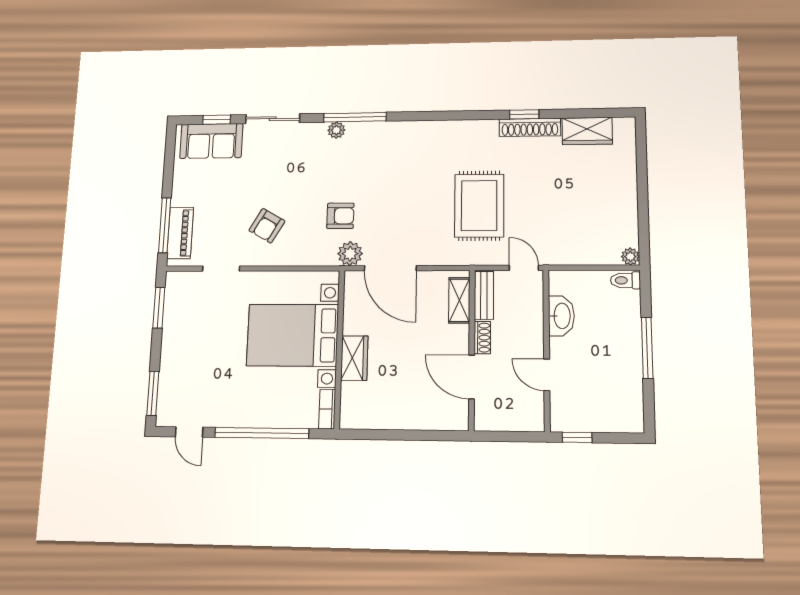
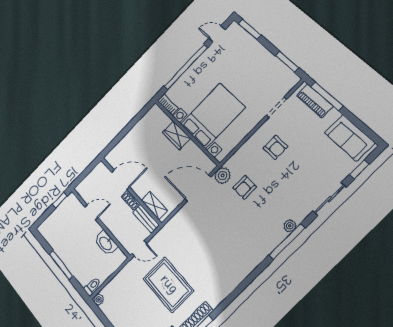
sofa: (211, 141) -> (350, 138), moved, turned -90
rug: (479, 206) -> (168, 285), moved
armchair: (267, 226) -> (275, 147), turned 150

